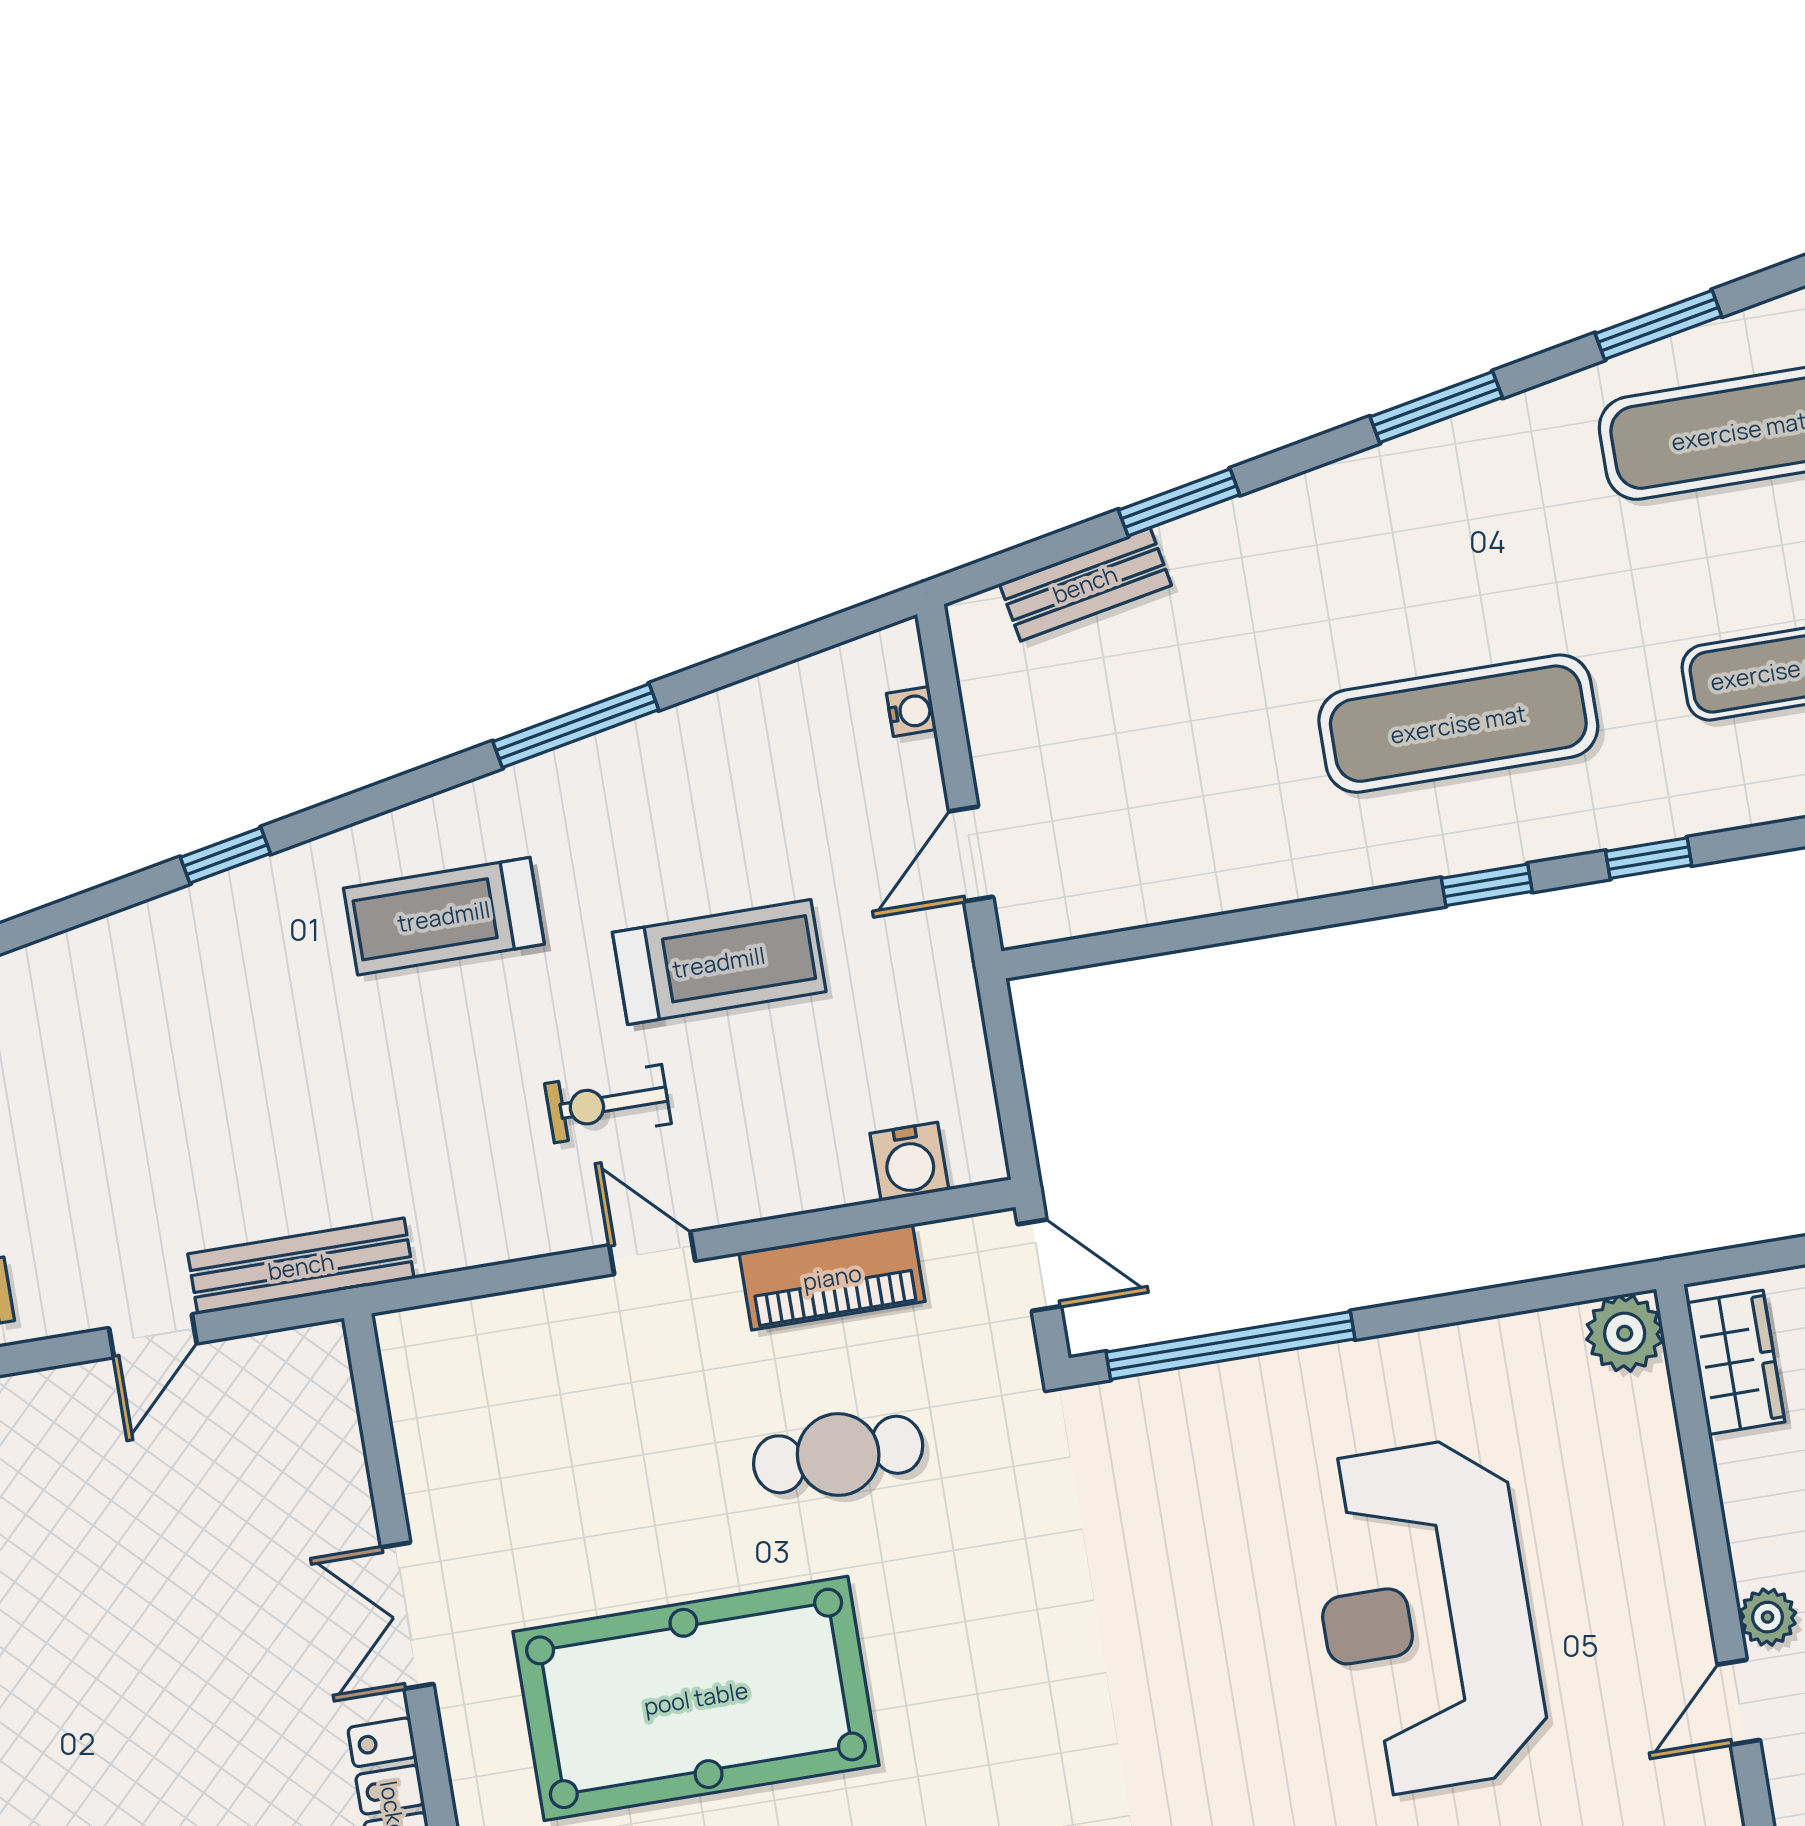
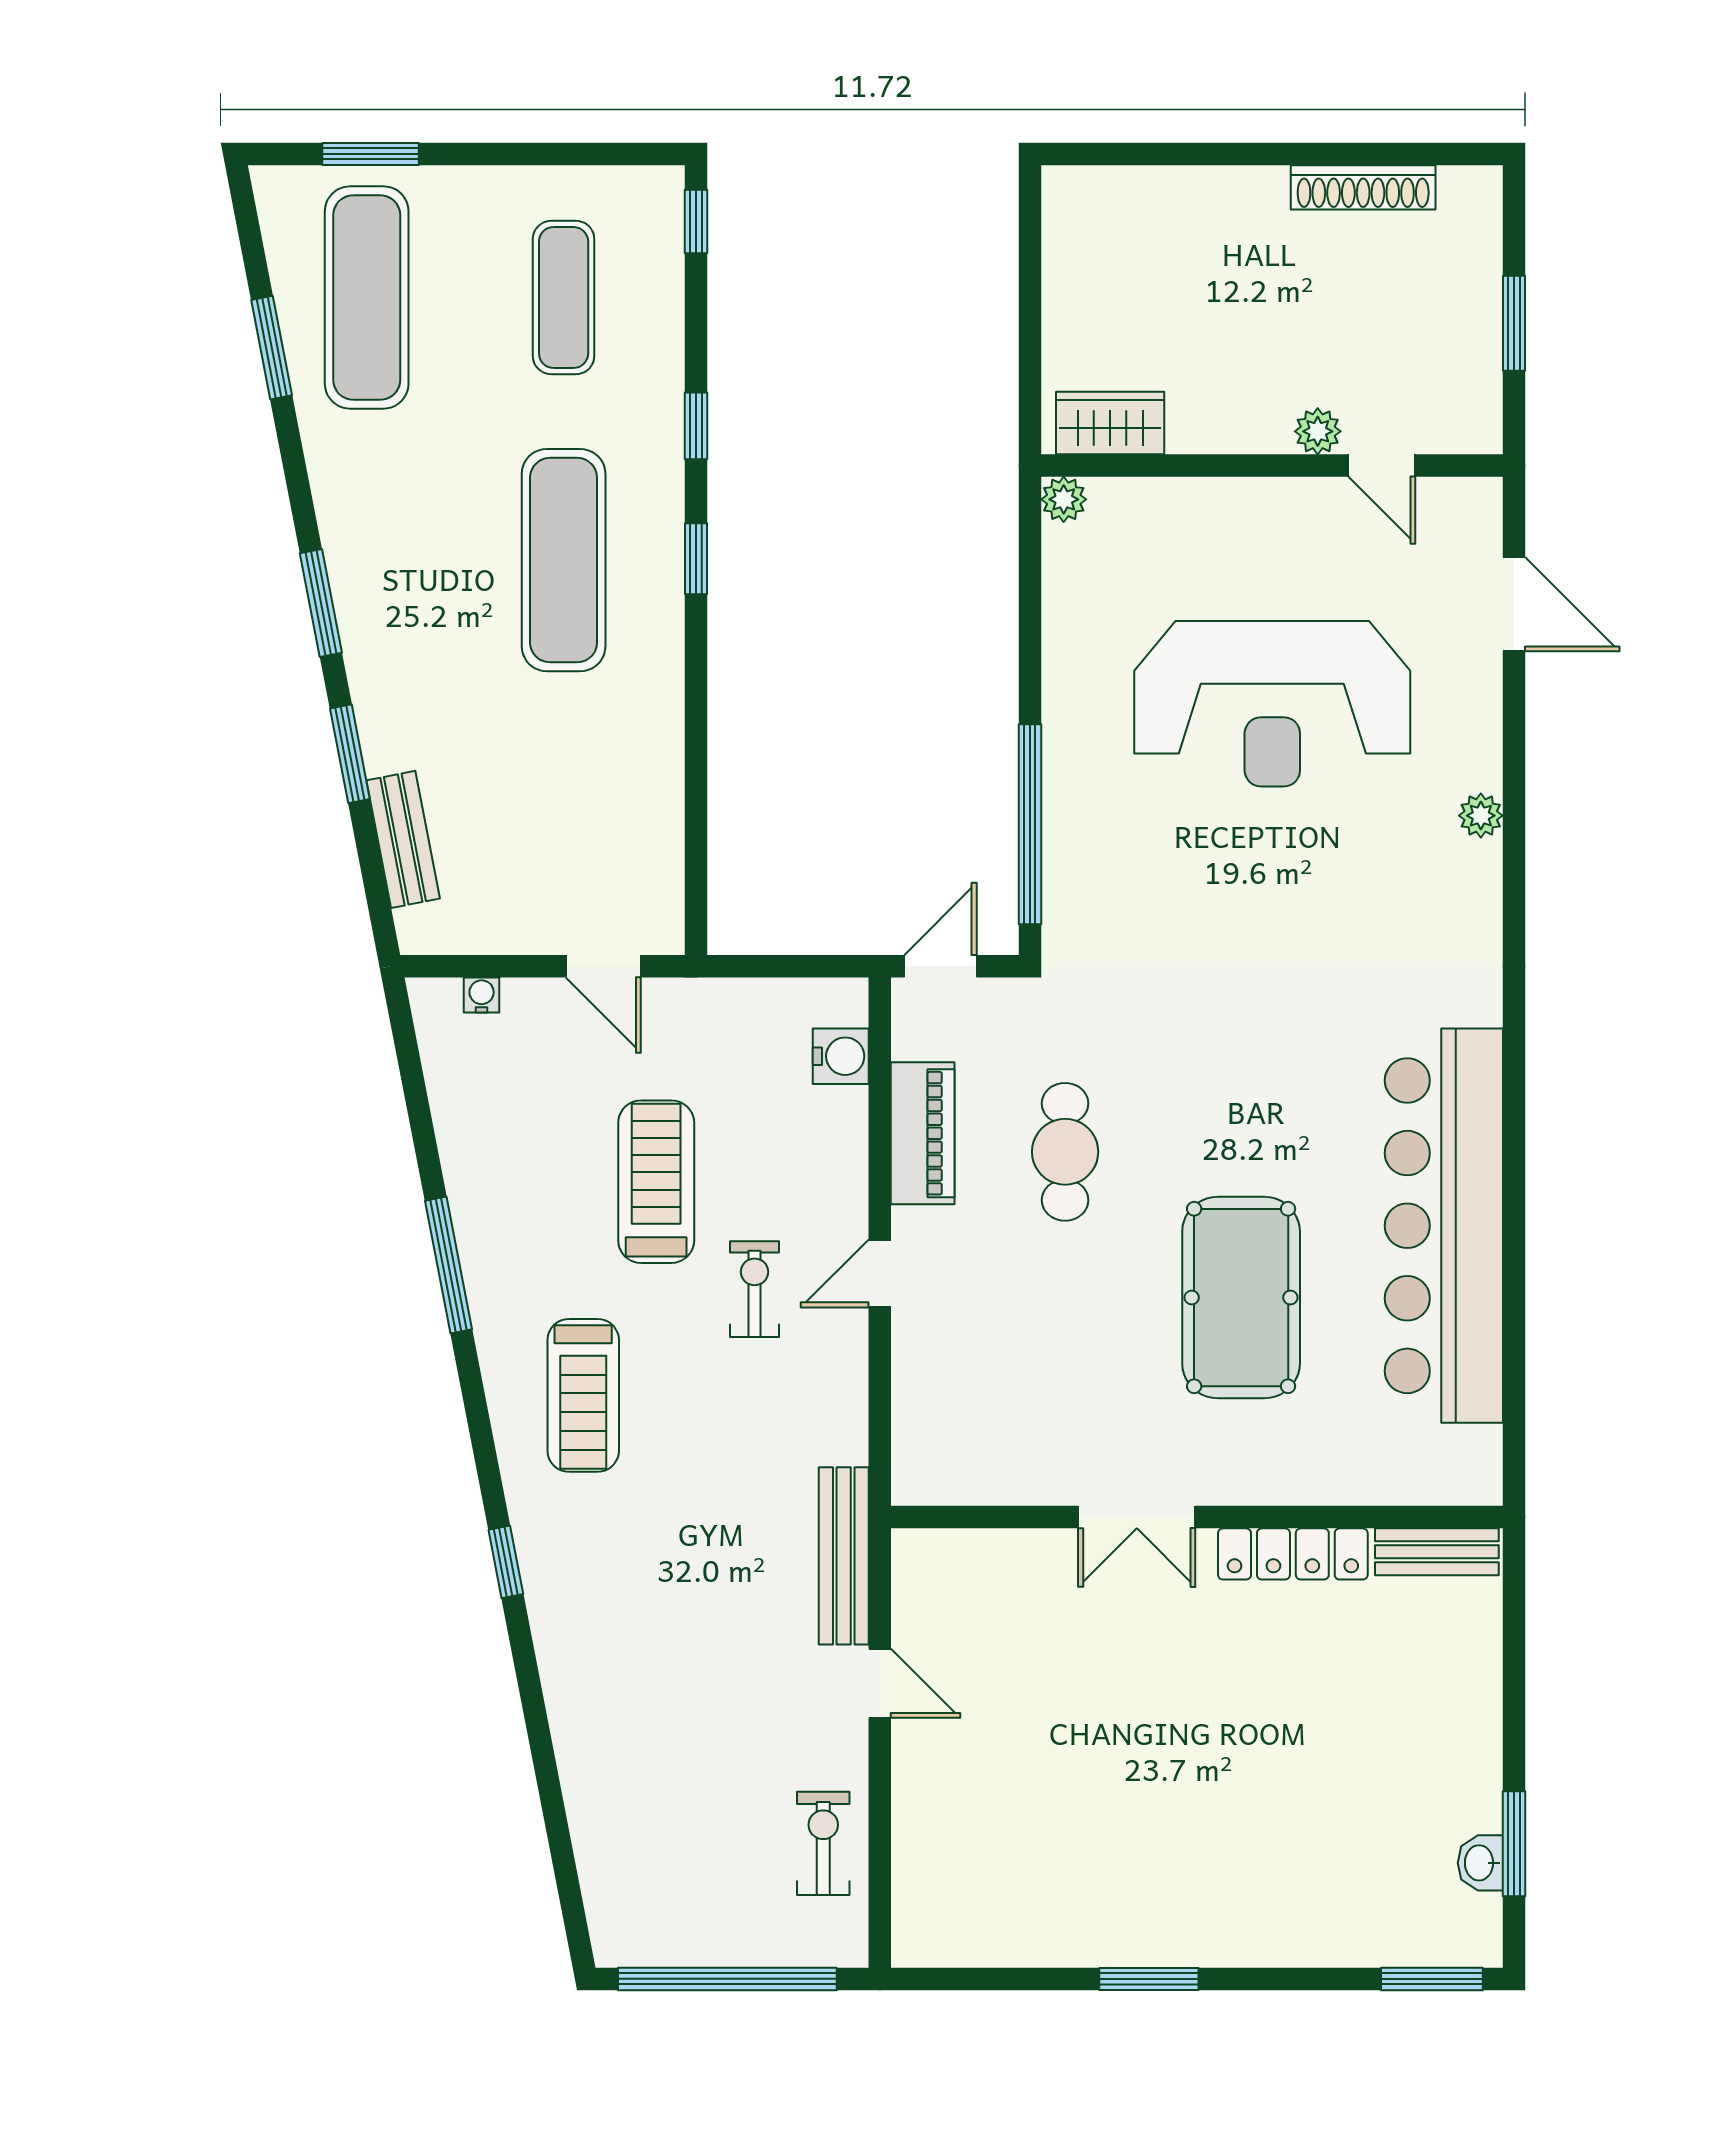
window: (1436, 407) -> (321, 603), moved
exercise bike: (608, 1104) -> (755, 1289), turned 180
plant: (1625, 1333) -> (1064, 499), width x0.73, depth x0.73
pool table: (696, 1698) -> (1241, 1298), width x0.73, depth x0.76

